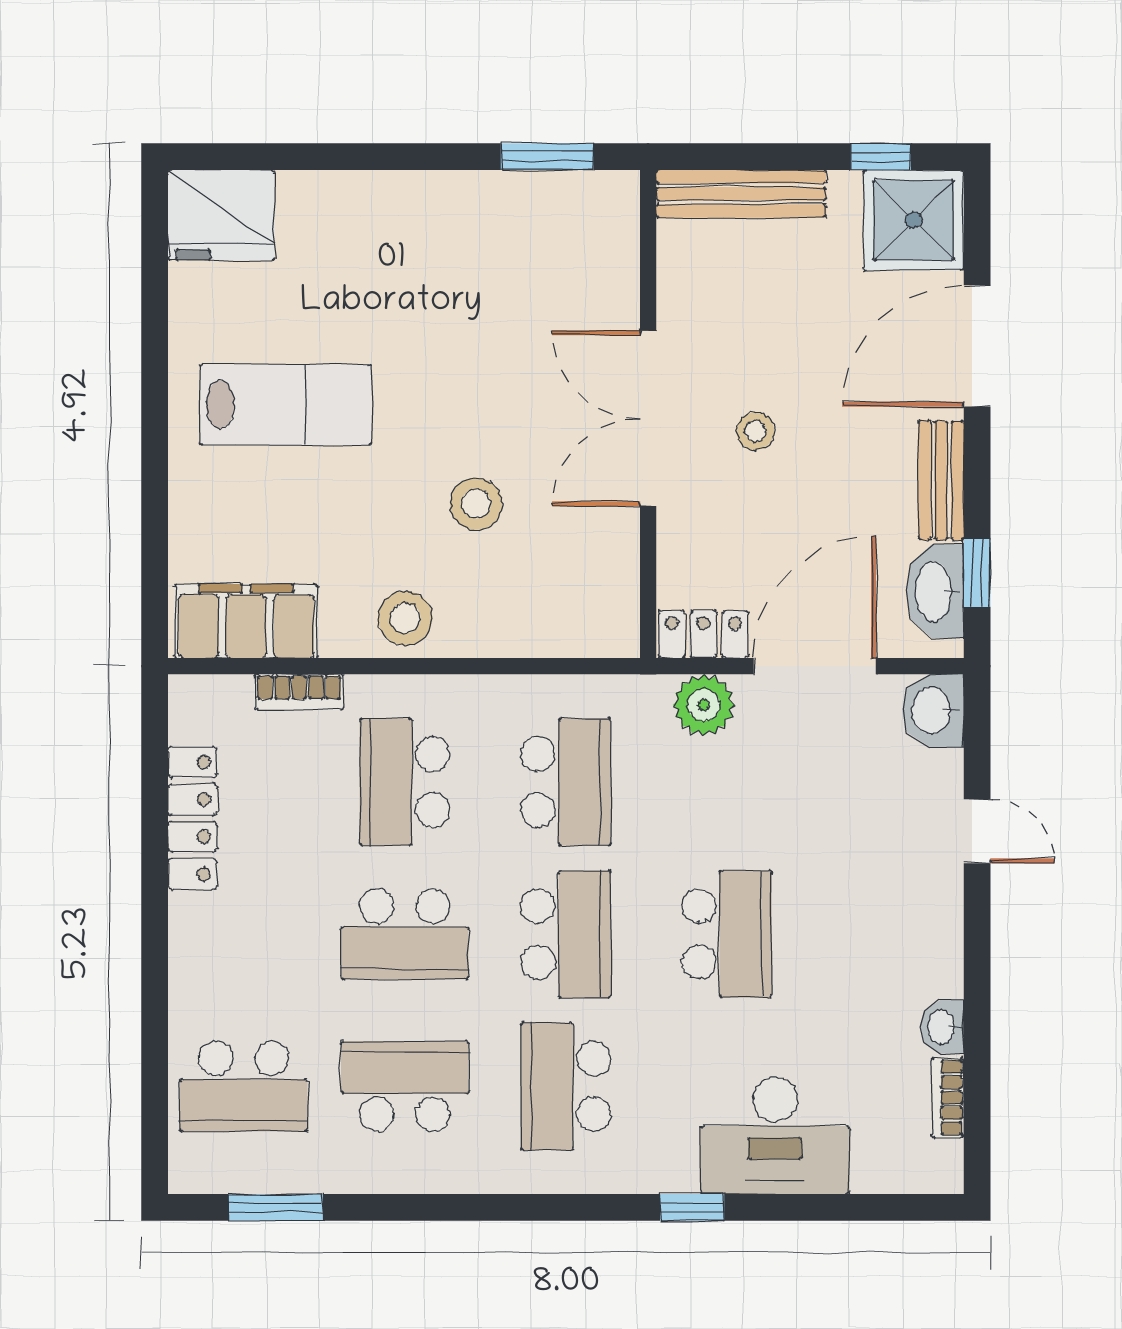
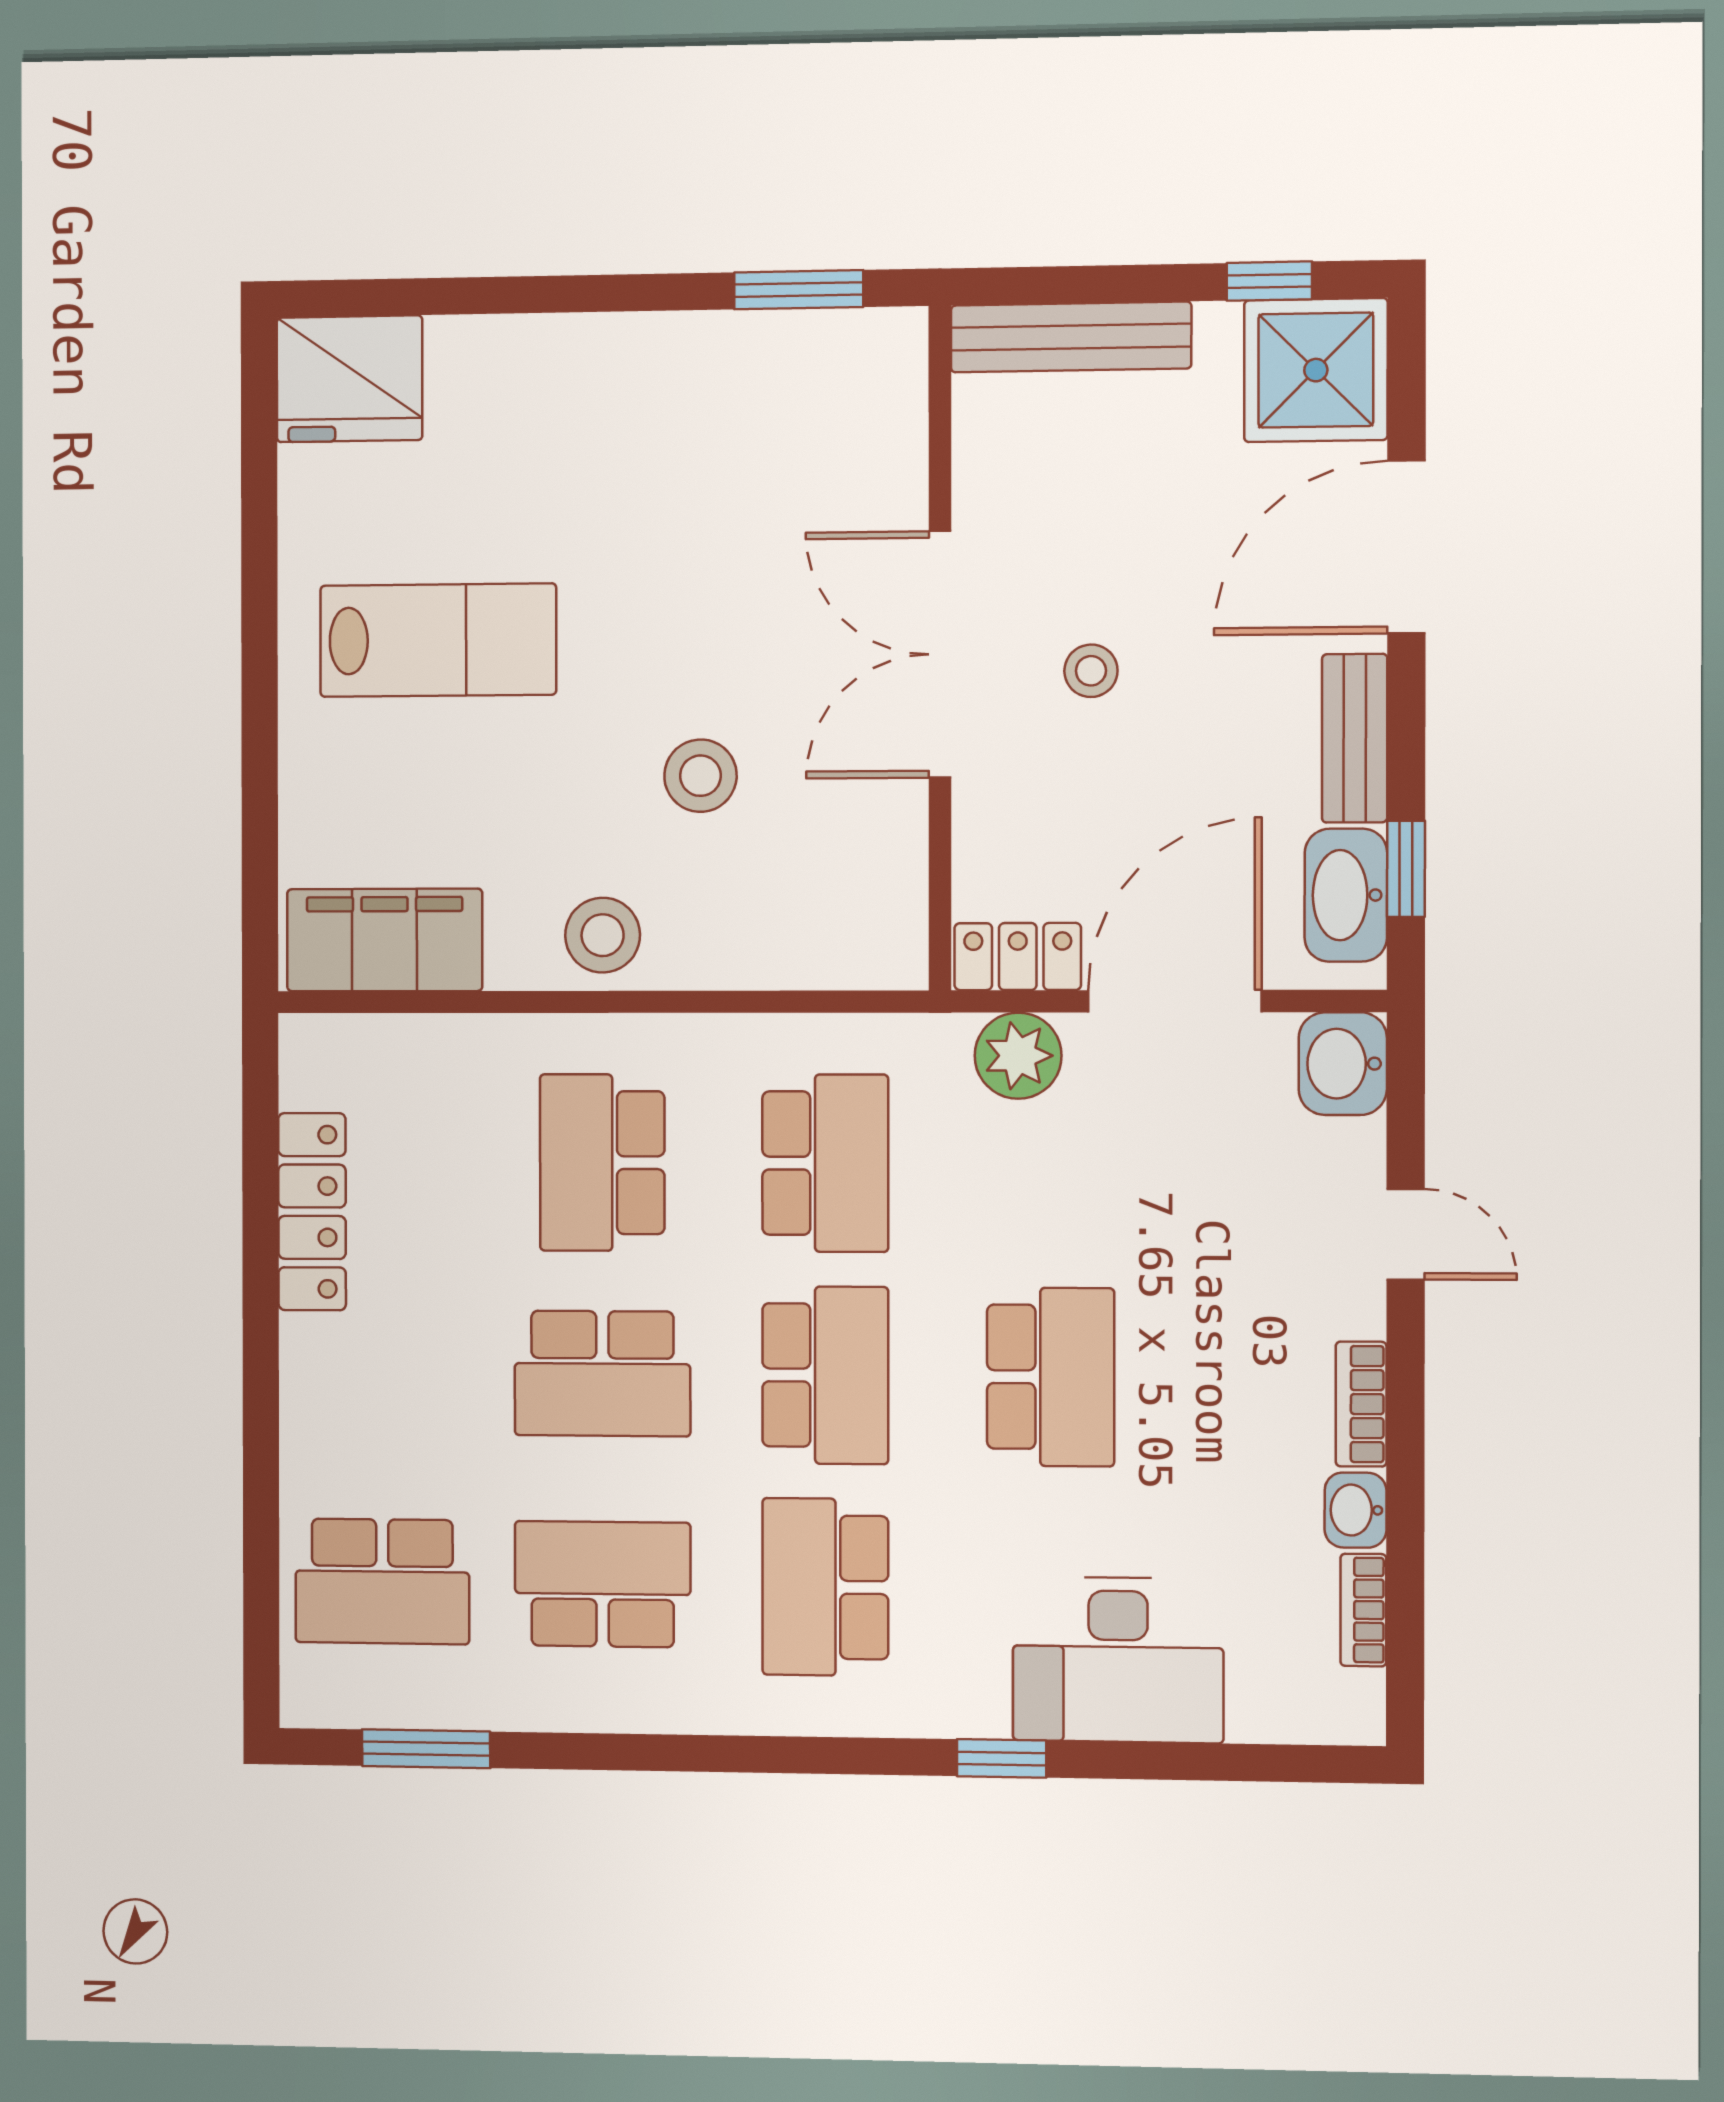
bookcase: (299, 692) -> (1361, 1404), moved, turned 90

